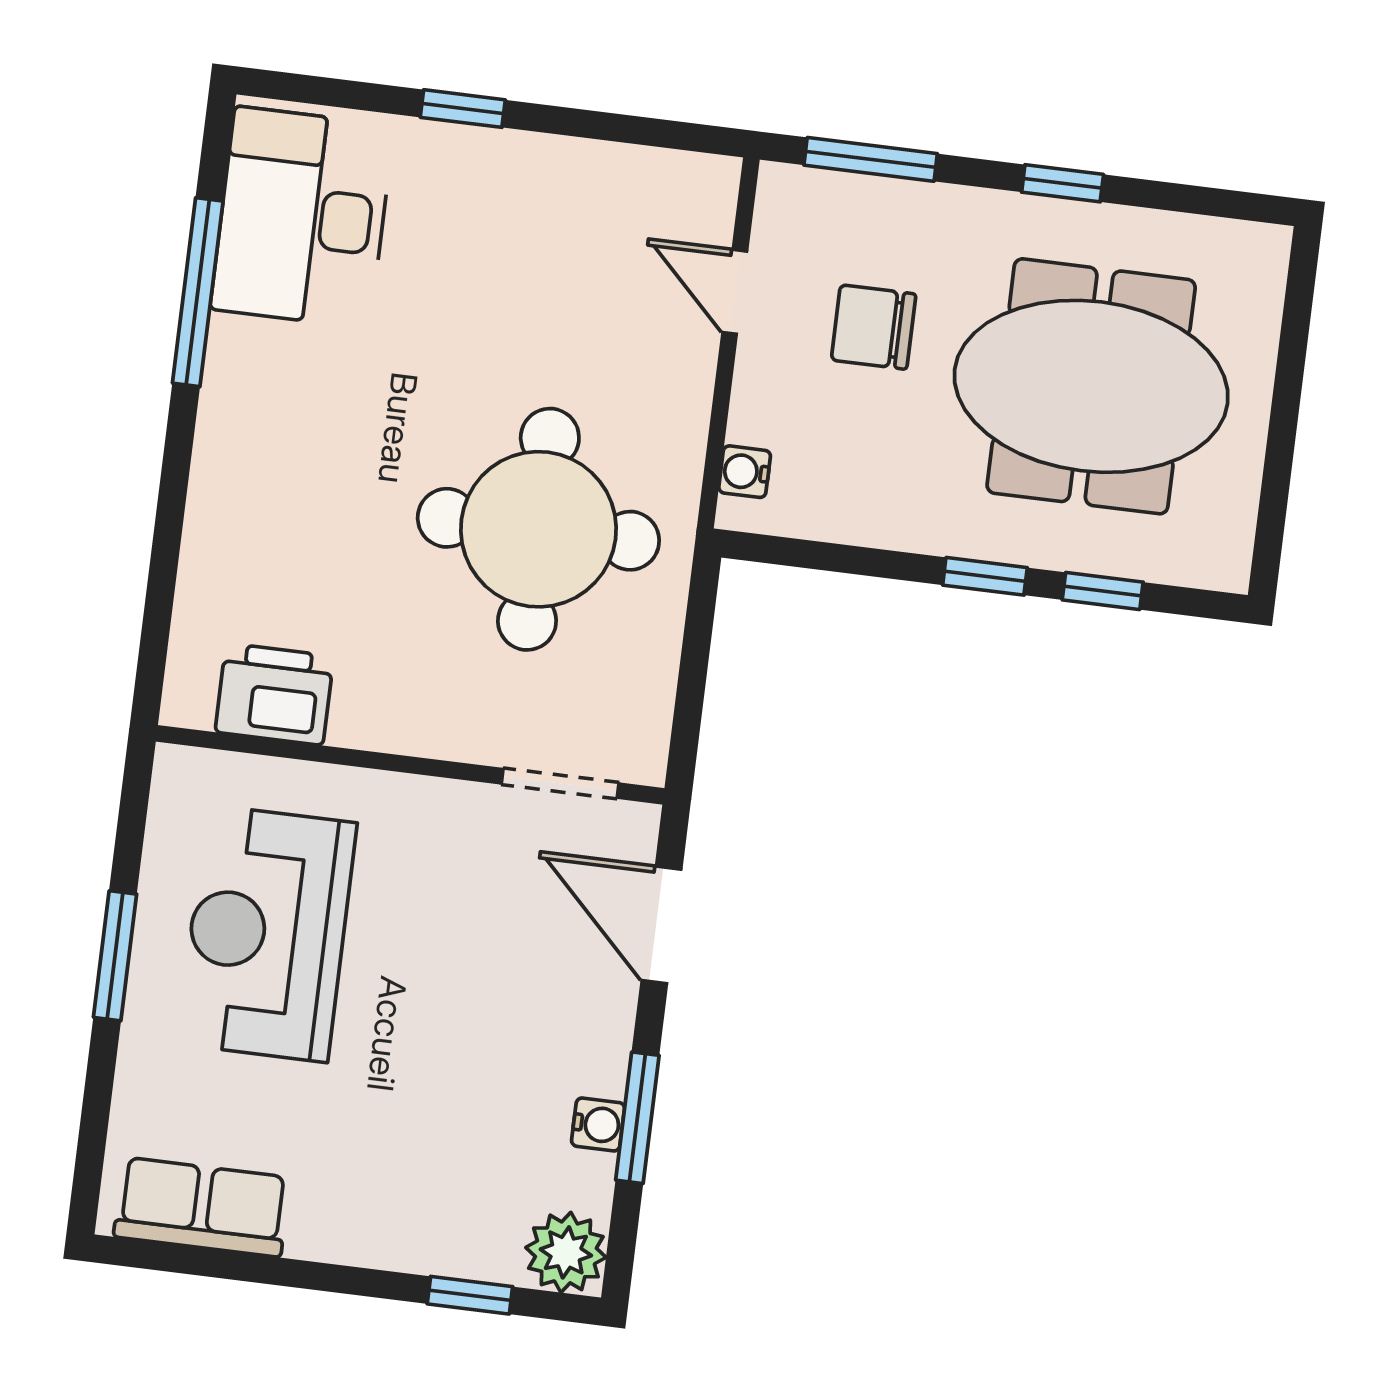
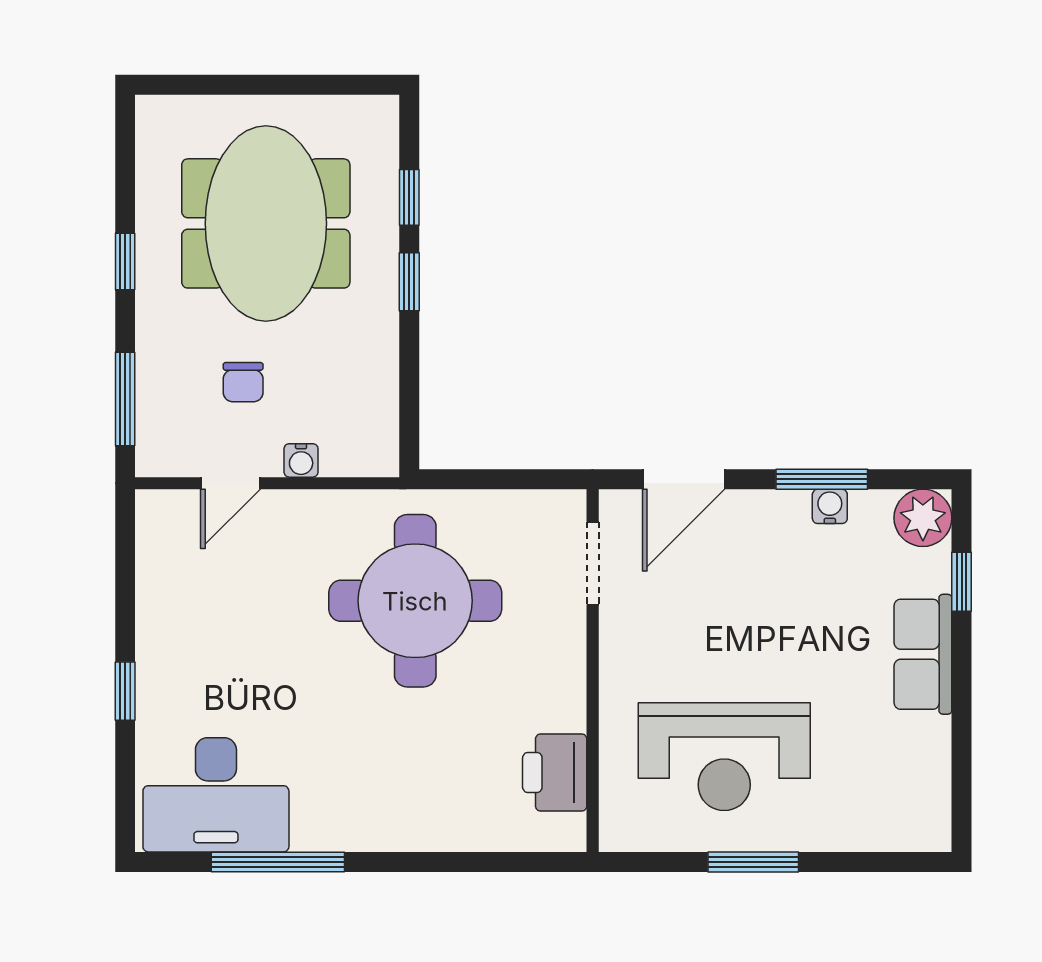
chair: (874, 327) -> (243, 382), width x0.73, depth x0.73
water cooler: (745, 472) -> (301, 460), moved
row of seats: (202, 1207) -> (923, 654), moved

